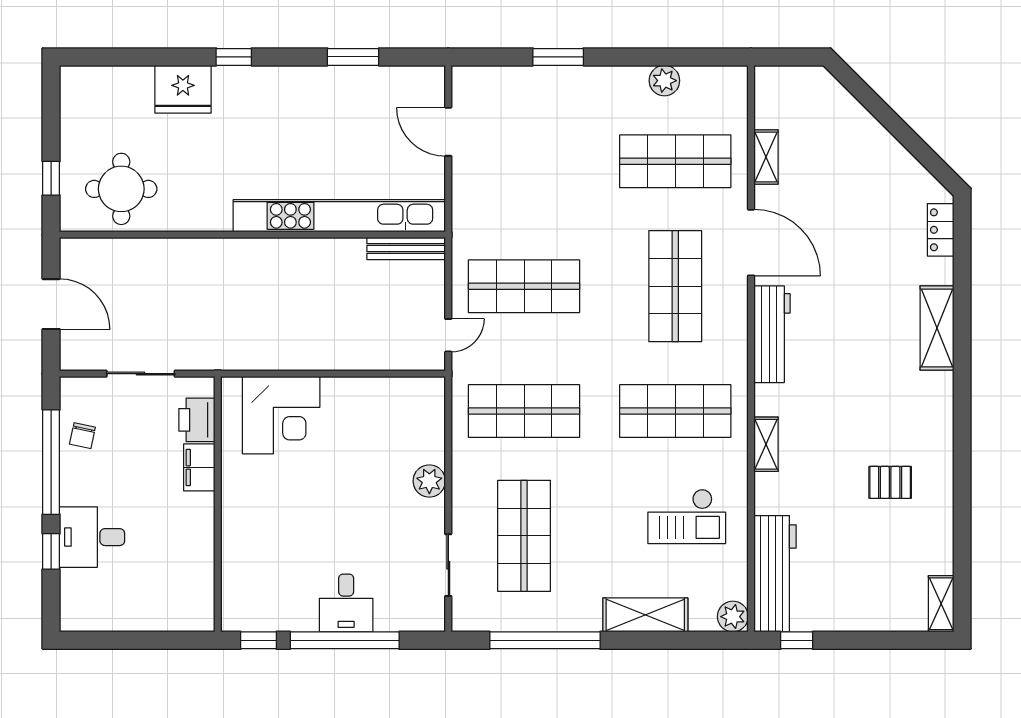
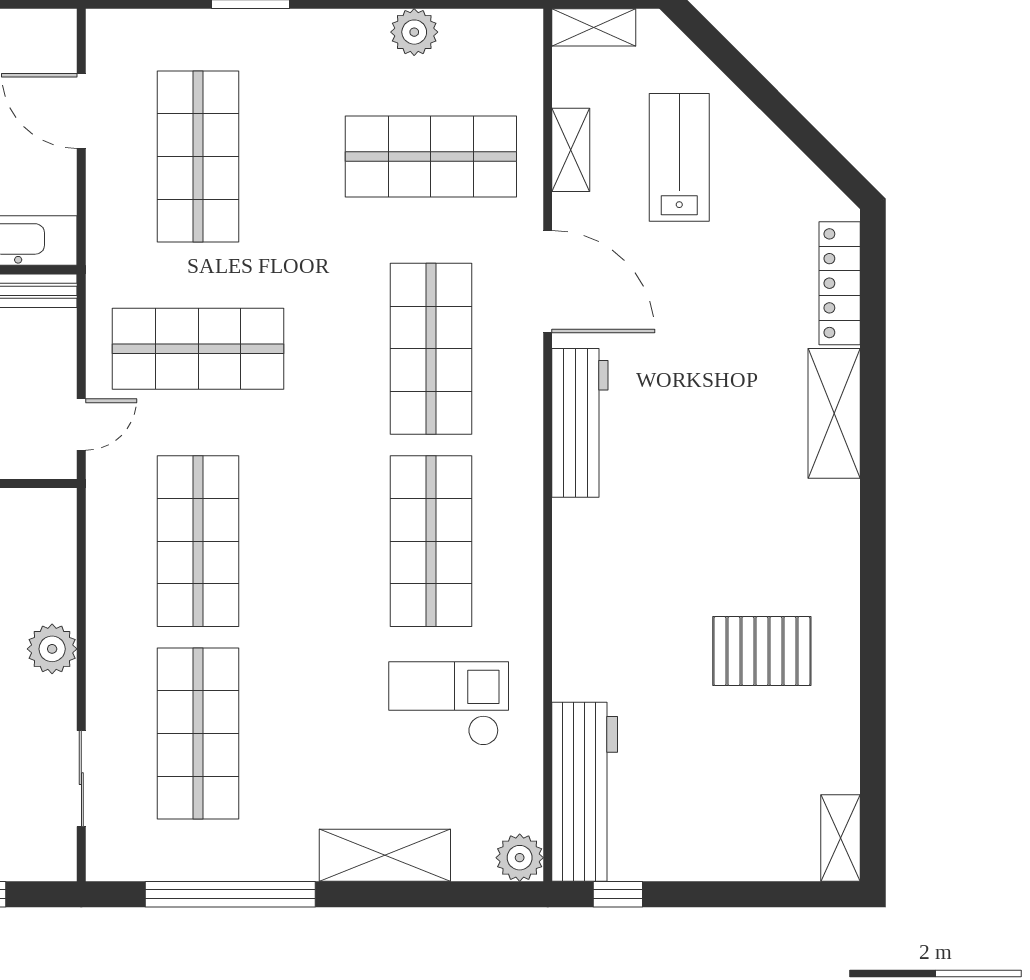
shop shelf: (524, 161) -> (198, 156), added
lab bench: (836, 162) -> (679, 157), added
locker: (941, 230) -> (840, 283), width x1.53
shop shelf: (524, 411) -> (198, 541), turned 90
shop shelf: (675, 411) -> (431, 541), turned 90
shelving: (766, 444) -> (594, 27), moved, turned 90
pallet: (890, 482) -> (762, 651), width x1.50, depth x1.42
checkout: (687, 516) -> (449, 704), turned 180

